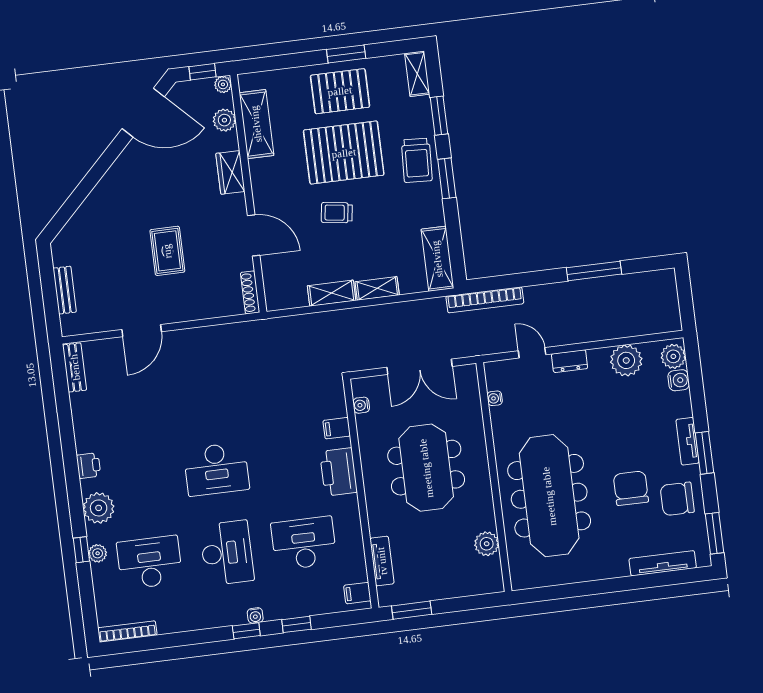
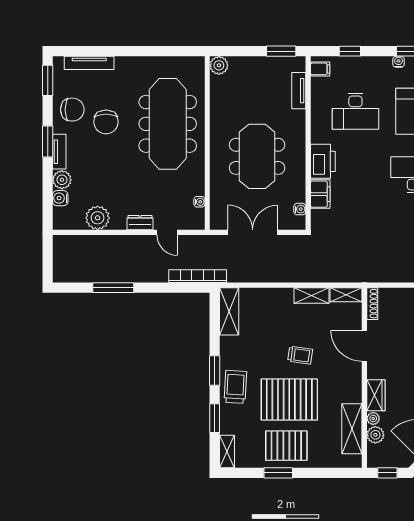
plant: (223, 84) -> (373, 418), moved
shelving: (377, 288) -> (346, 295), moved
plant: (673, 356) -> (62, 180), moved
filing cabinet: (337, 428) -> (320, 194), width x2.00
plant: (487, 544) -> (219, 65), moved
window: (296, 624) -> (350, 51), moved

